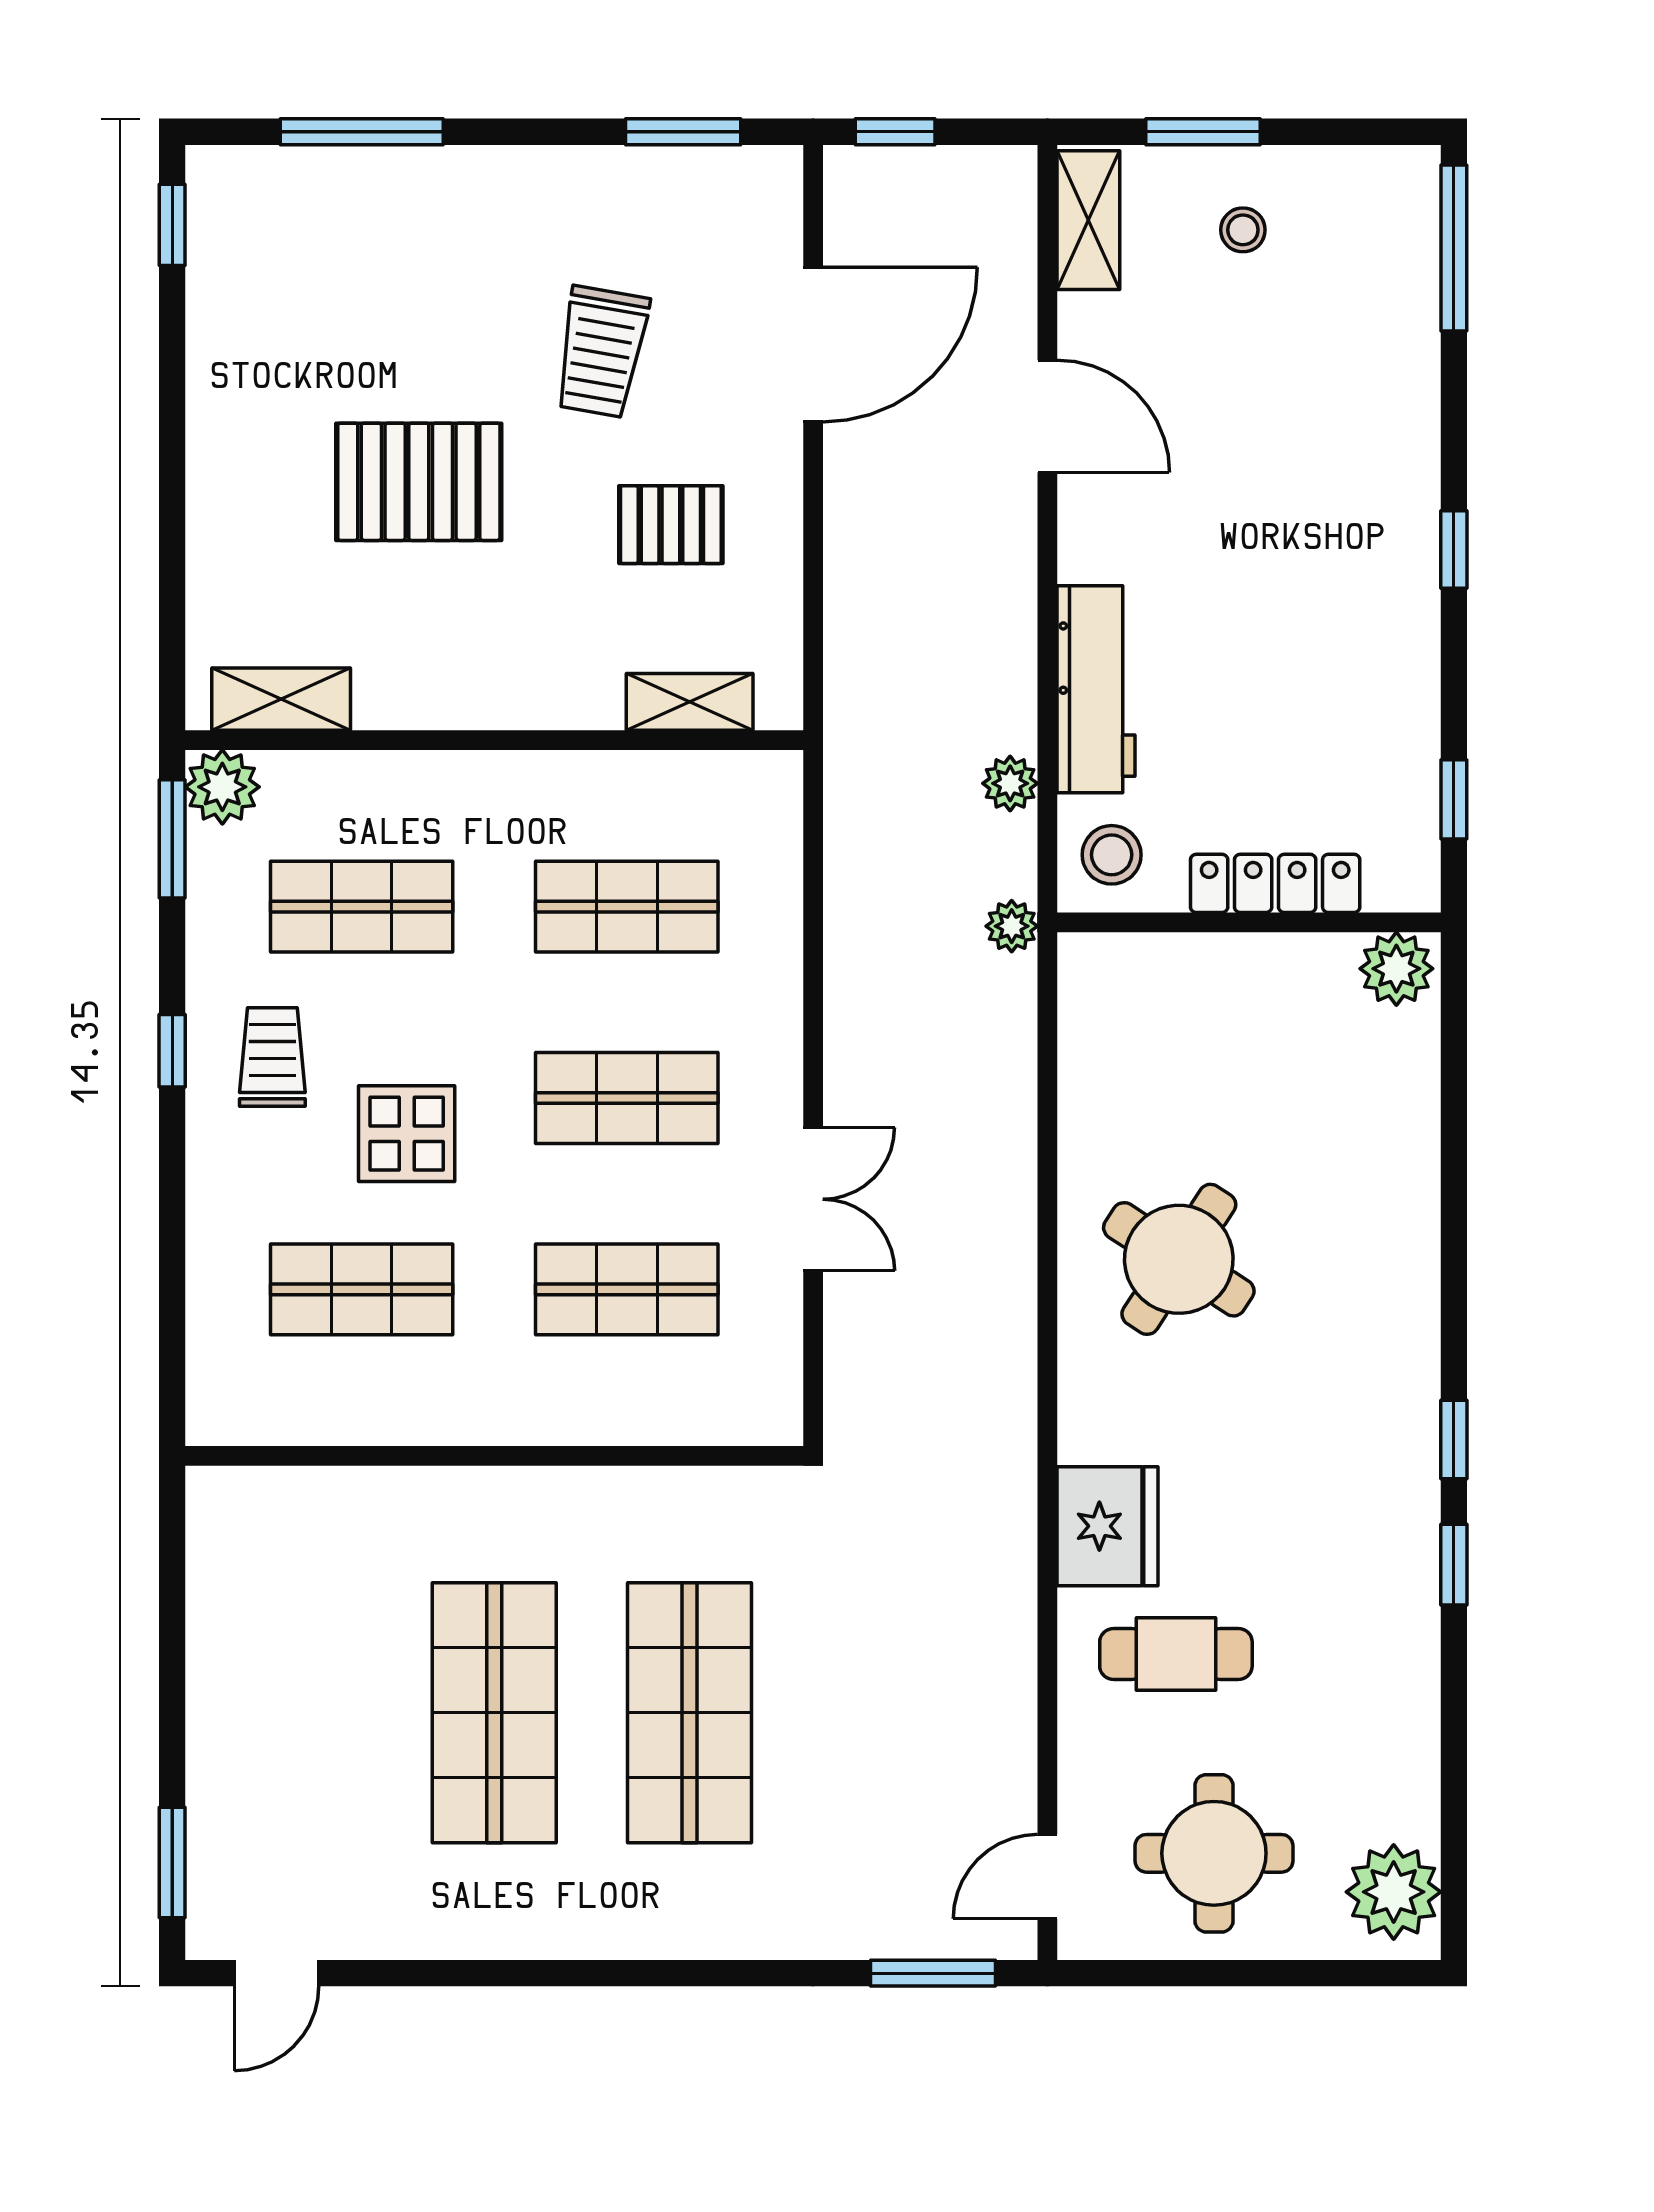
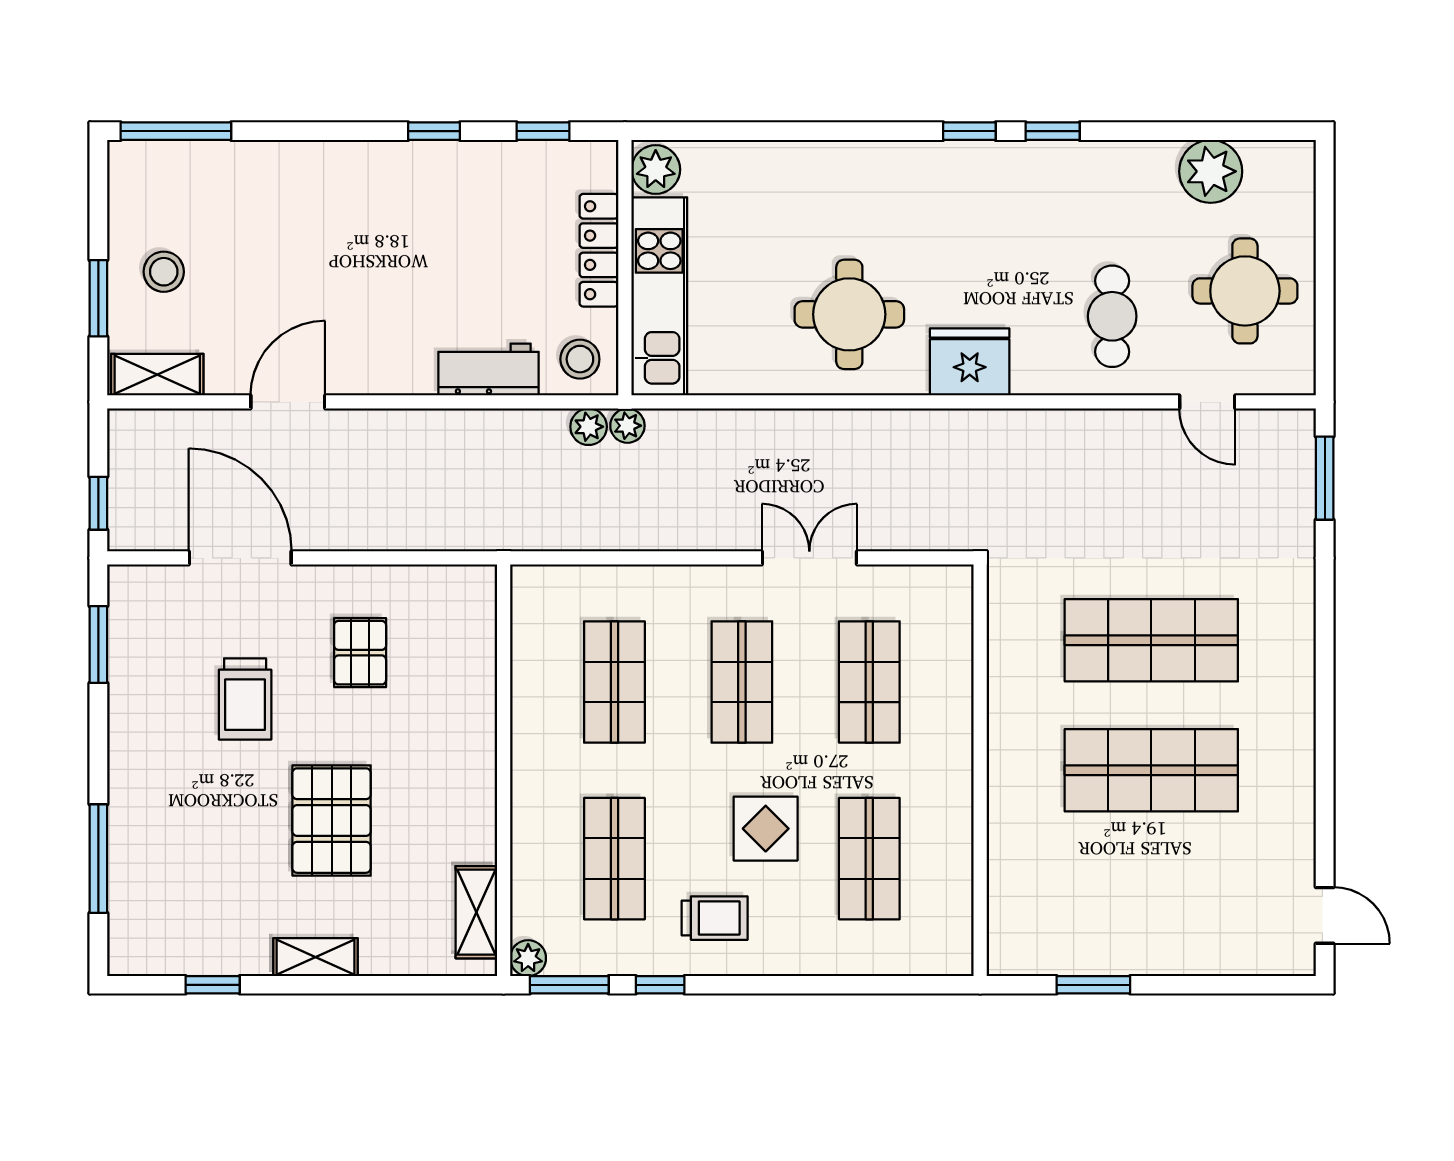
window: (172, 225) -> (213, 985), moved
stool: (1243, 230) -> (164, 272), width x1.37, depth x1.37
trolley: (601, 352) -> (245, 699), turned 80
window: (1454, 549) -> (434, 131), moved
workbench: (1096, 689) -> (489, 370), width x0.73
shelving: (690, 702) -> (316, 957), moved, turned 90
plant: (1010, 783) -> (589, 427), moved
plant: (222, 787) -> (528, 958), width x0.73, depth x0.73
kitchen unit: (1206, 974) -> (659, 296), added
window: (172, 1051) -> (660, 985), moved
trolley: (272, 1057) -> (715, 918), turned 180
round table: (1179, 1259) -> (849, 314), turned -33
fridge: (1108, 1526) -> (970, 362), moved
window: (172, 1862) -> (1093, 985), moved
door: (1047, 1877) -> (1207, 402), moved
plant: (1394, 1892) -> (1211, 171), moved

